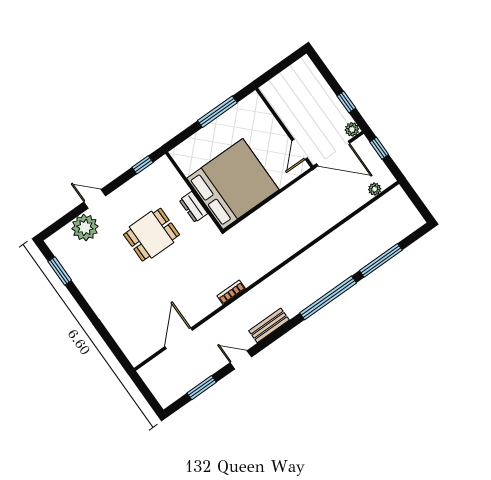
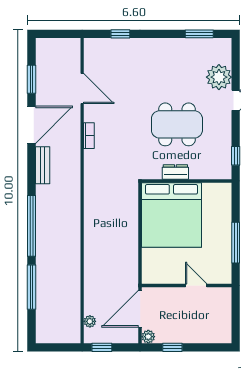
window: (379, 148) -> (102, 347), moved
door: (300, 149) -> (196, 285), moved
dining table: (152, 235) -> (177, 124), width x1.38
bookcase: (231, 292) -> (89, 136), moved
window: (108, 339) -> (120, 34), added
door: (241, 360) -> (31, 125), width x1.87

